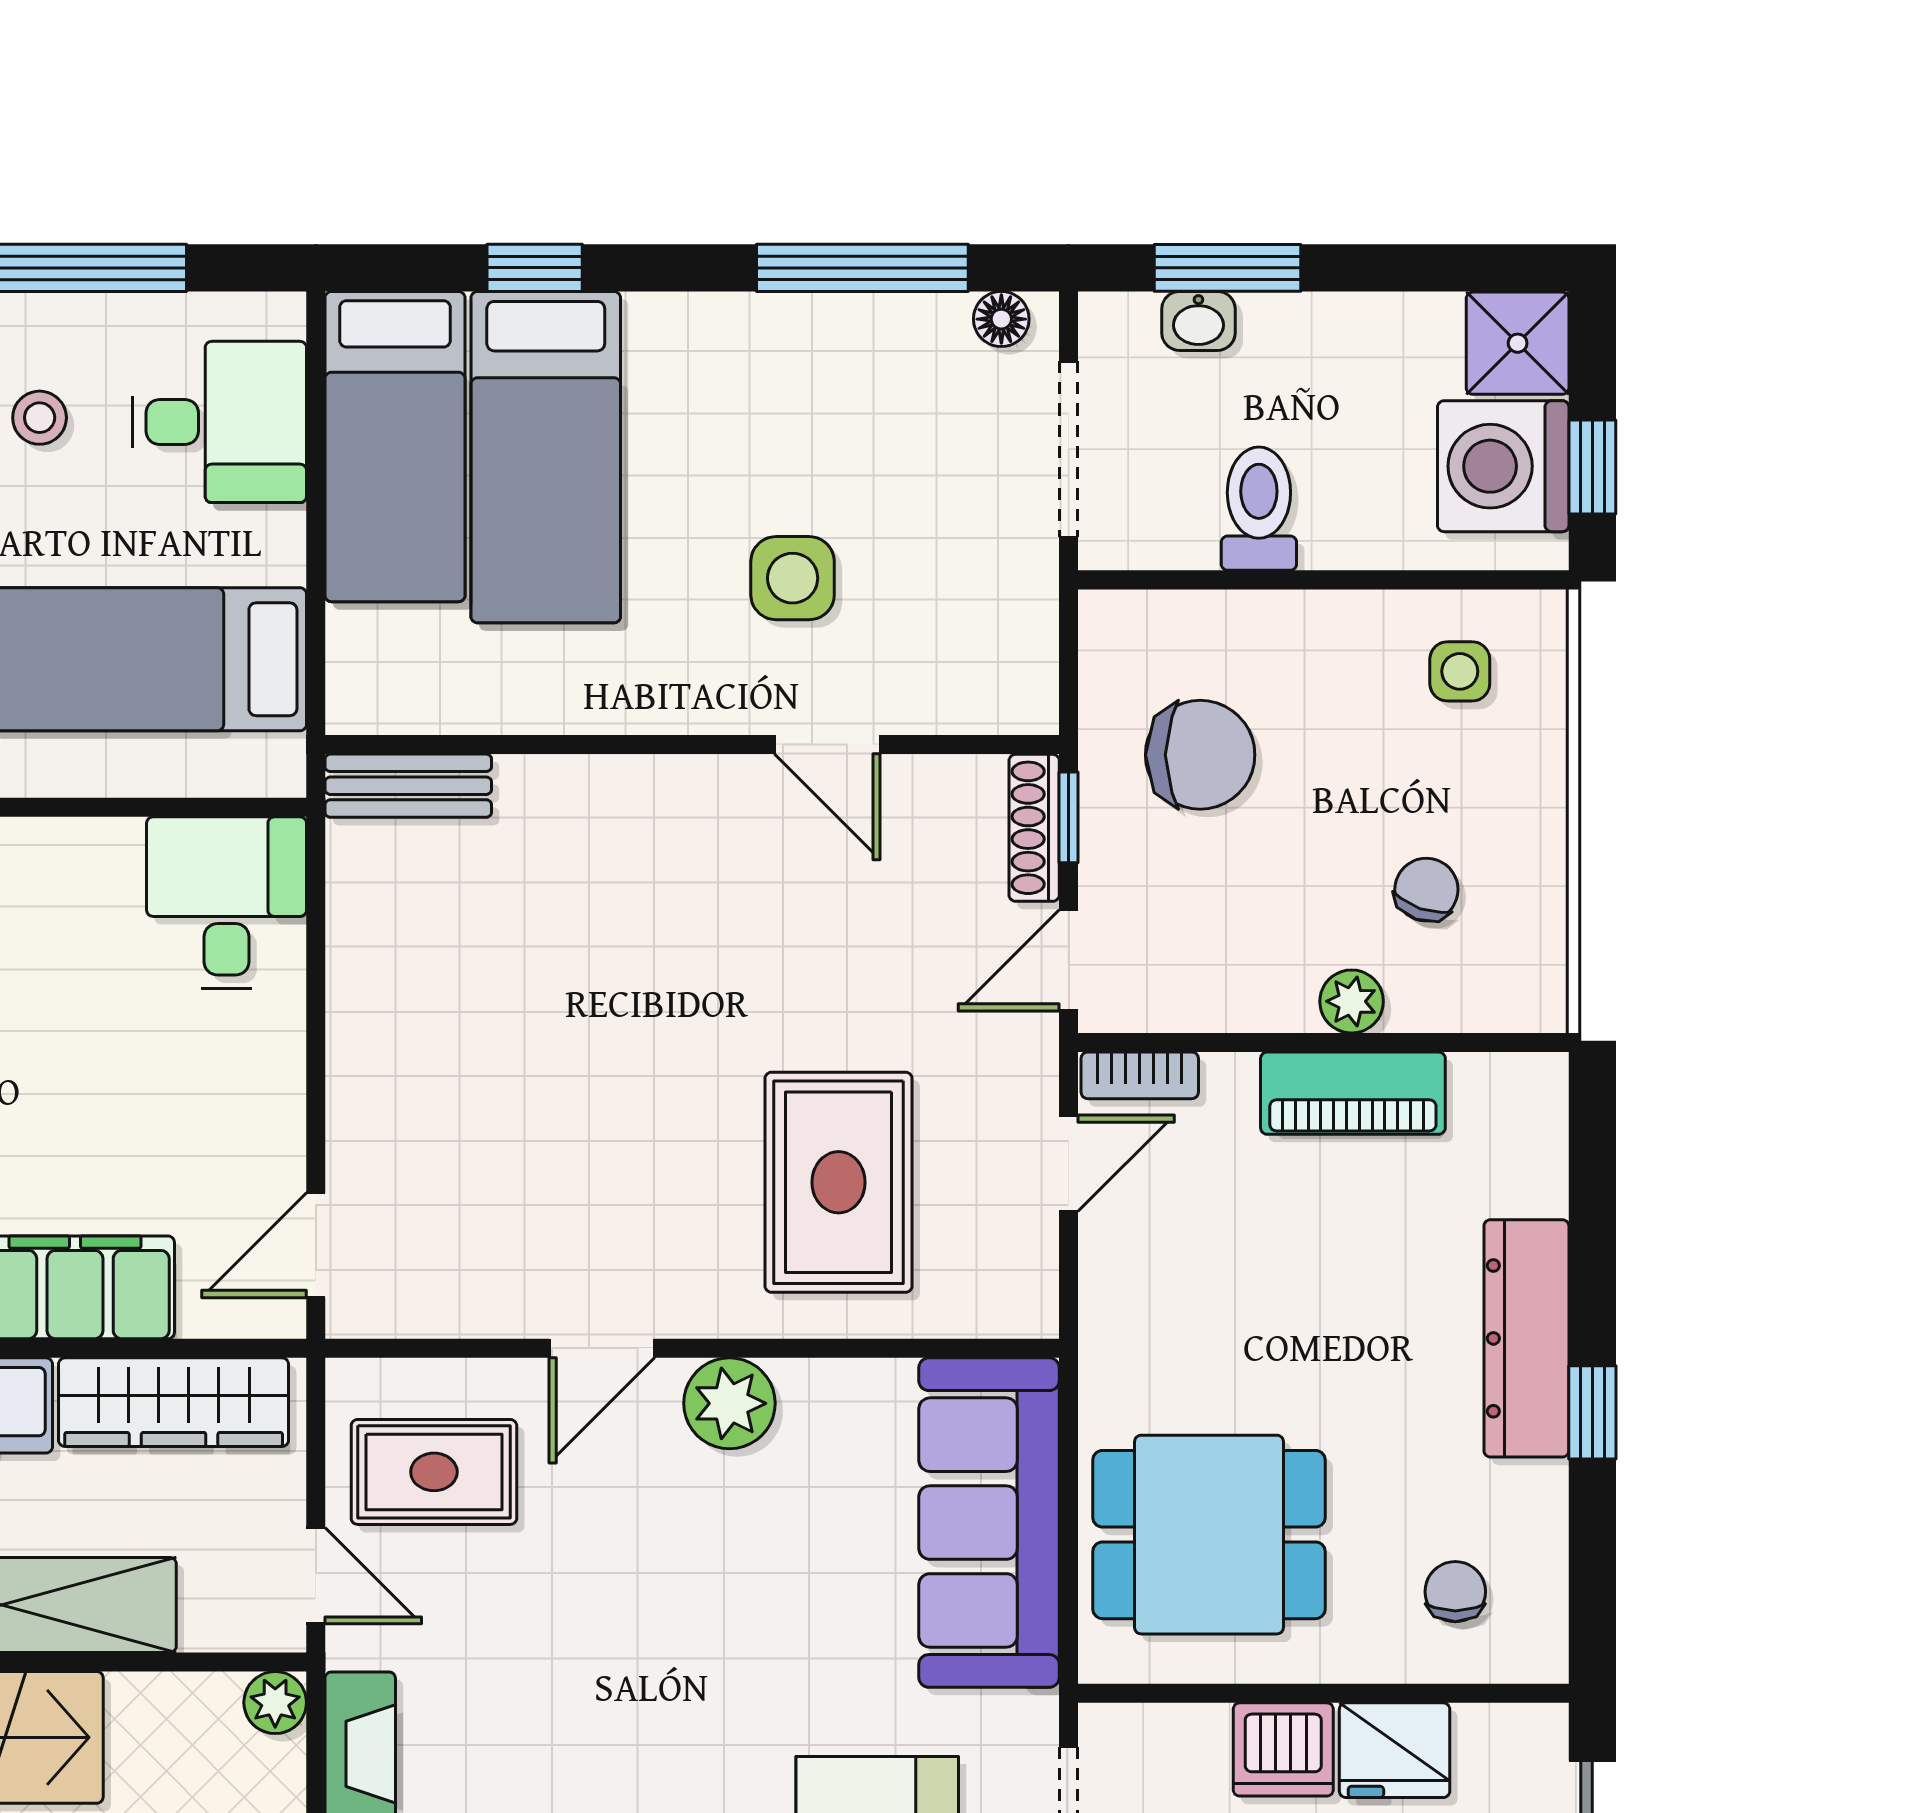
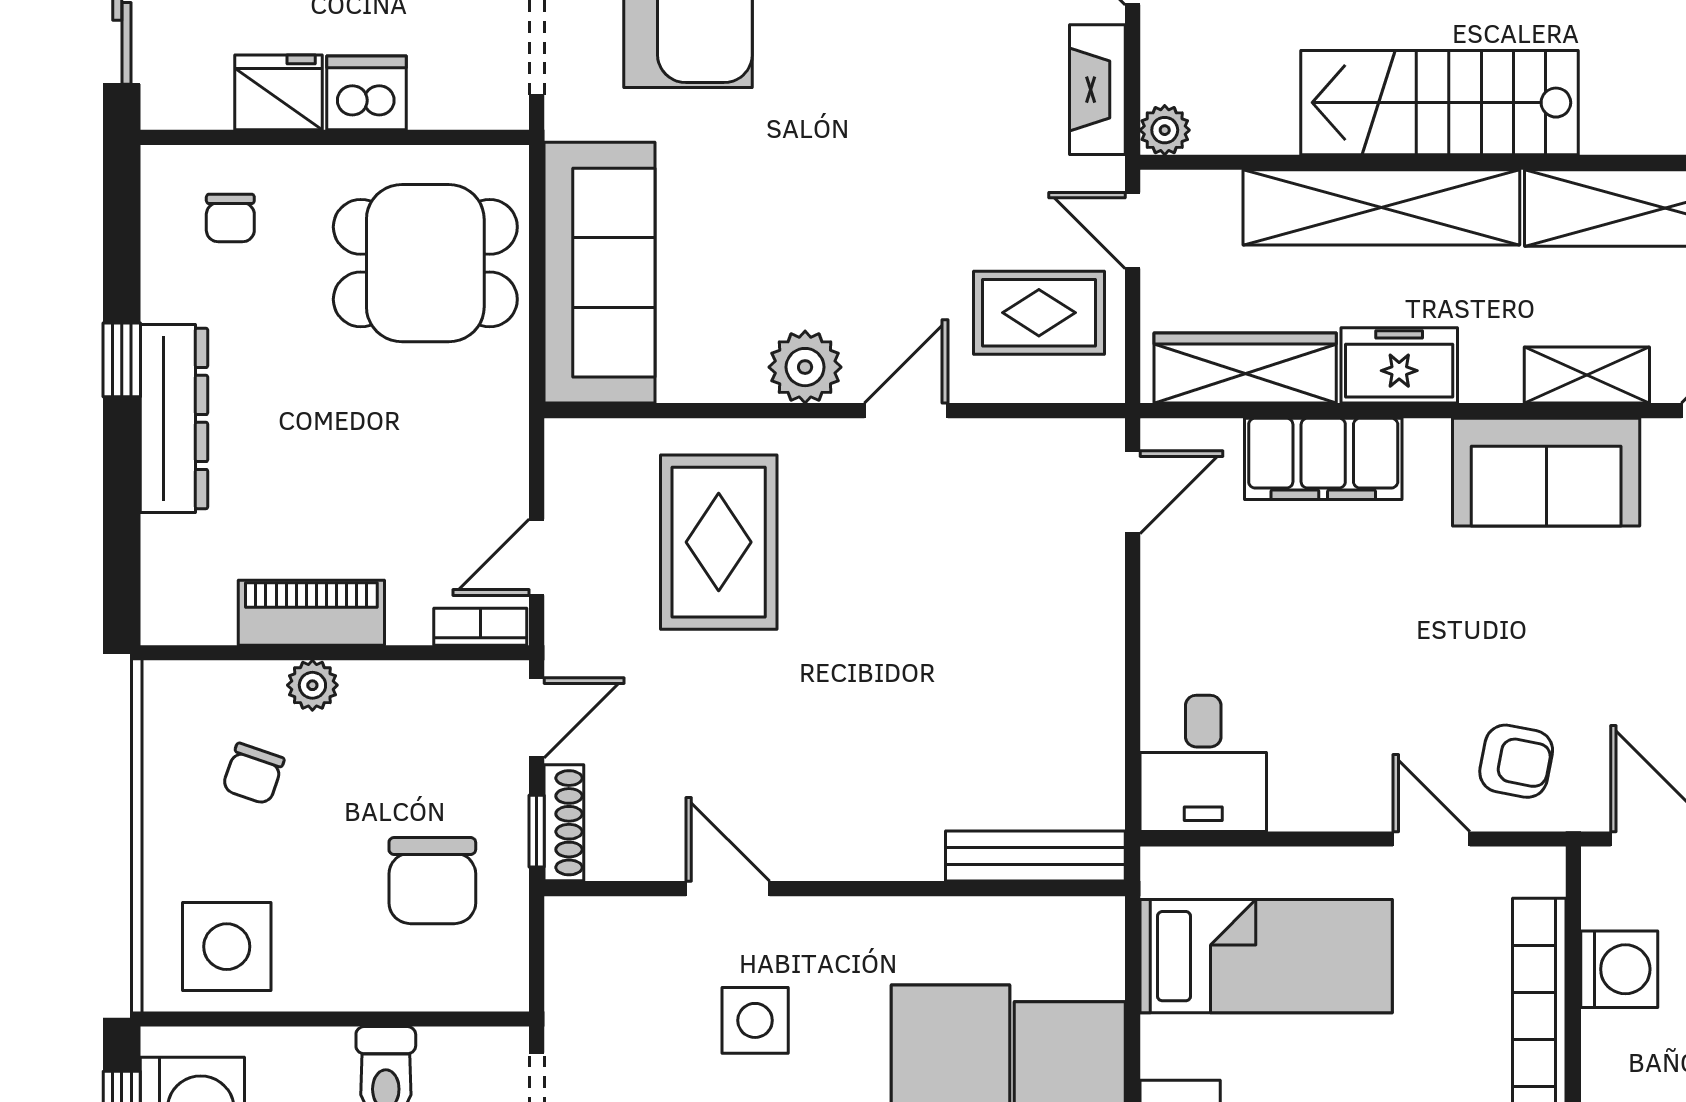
side table: (1460, 671) -> (227, 947), width x1.87, depth x1.87
chair: (1200, 755) -> (432, 881), turned -90
bench: (408, 786) -> (1035, 856), width x1.36

